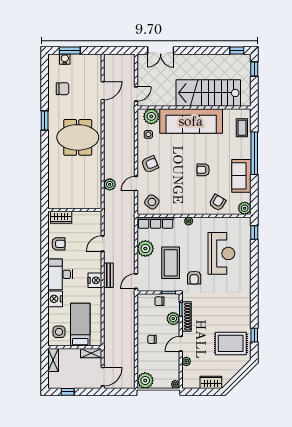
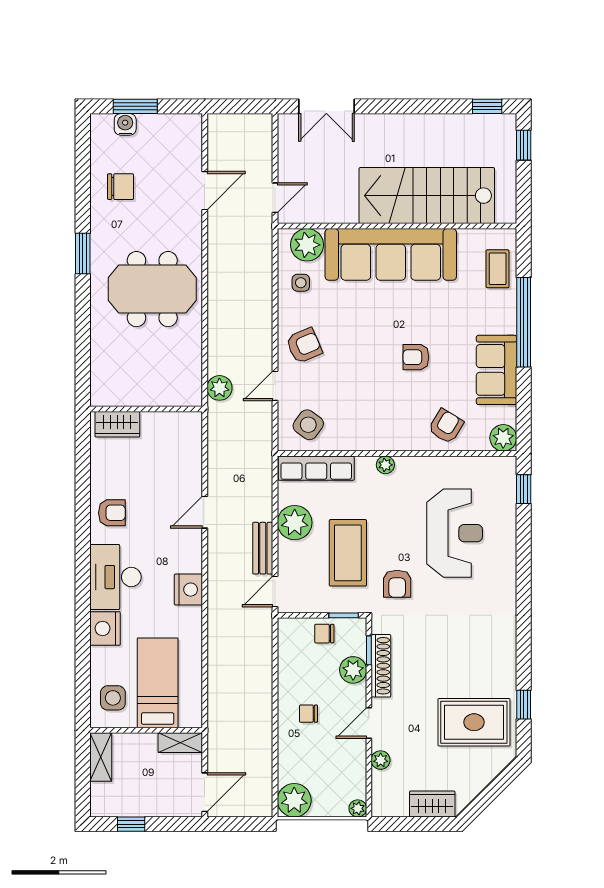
wall: (75, 210) -> (146, 409), moved
wardrobe: (61, 217) -> (117, 424), moved
bench: (108, 275) -> (263, 548), moved

